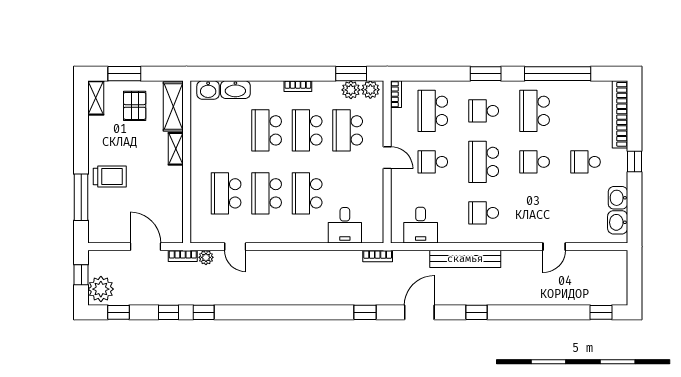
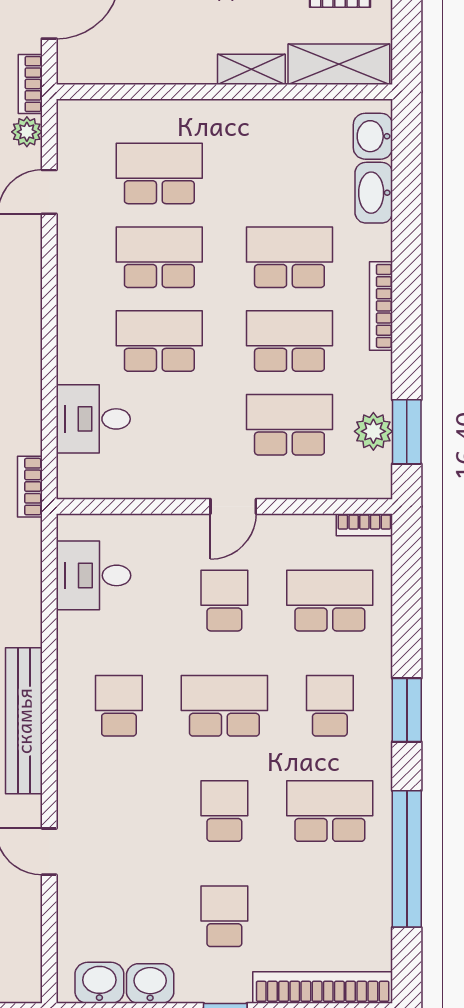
bookcase: (298, 86) -> (381, 306), width x1.56
plant: (370, 90) -> (374, 472), removed
bench: (465, 259) -> (24, 721), moved

